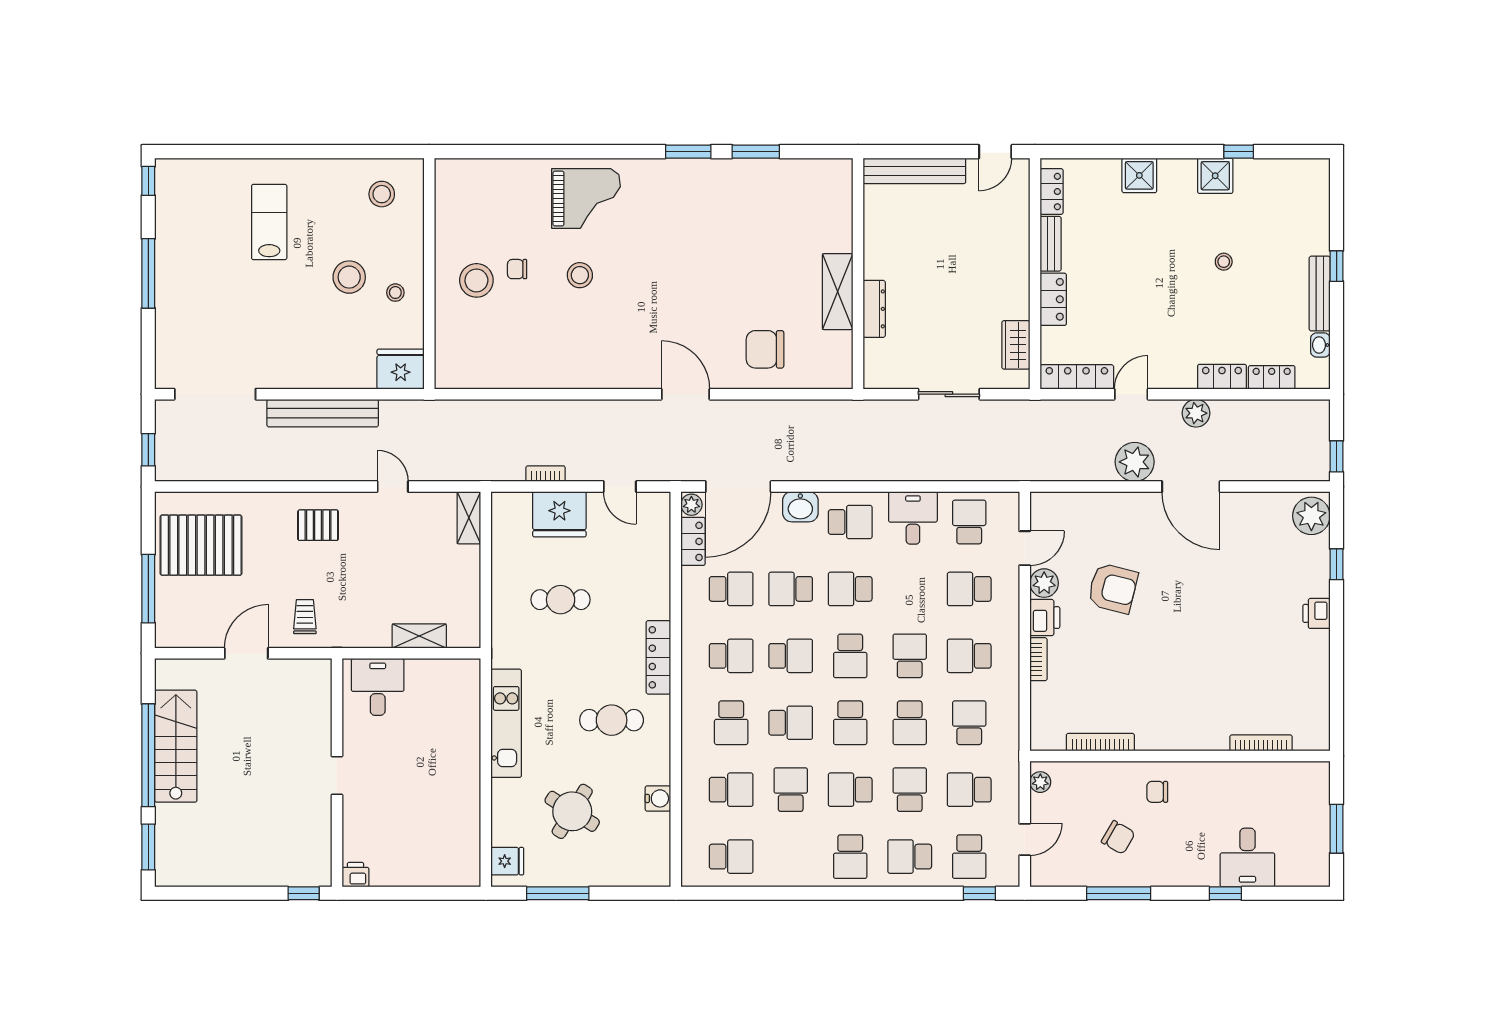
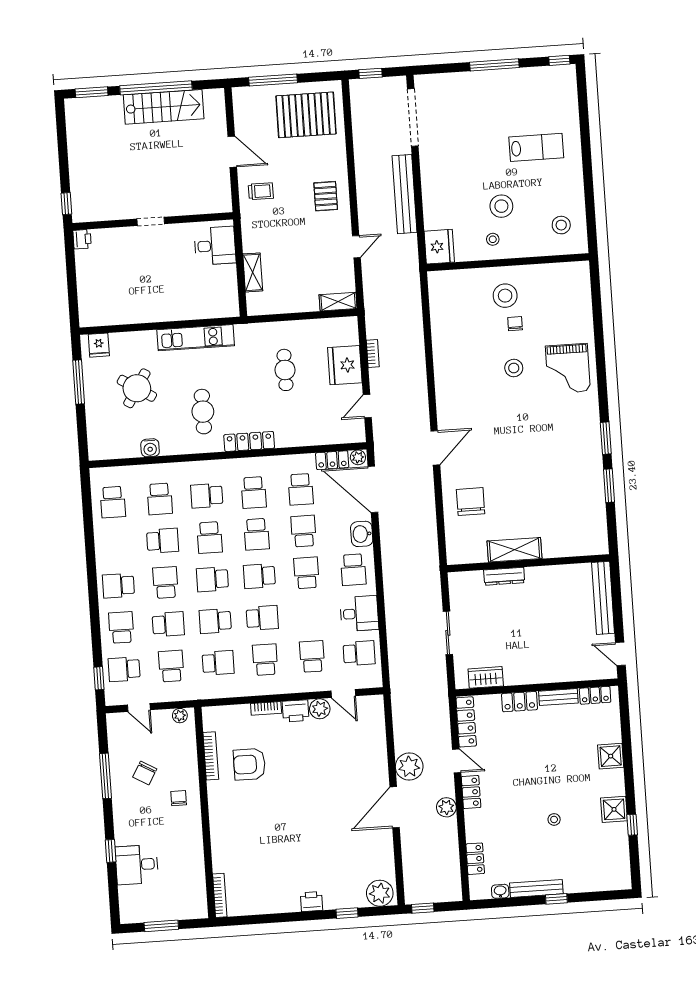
locker: (1222, 377) -> (471, 792), moved
pallet: (201, 545) -> (306, 115), turned 90
armchair: (1113, 588) -> (249, 764), moved, turned 76
bookcase: (1261, 743) -> (220, 895), moved

